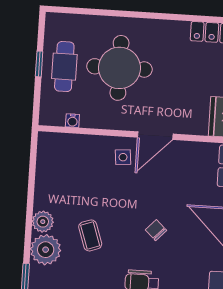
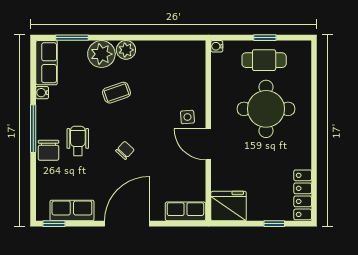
water cooler: (72, 121) -> (217, 46), moved

